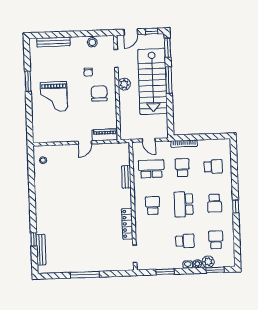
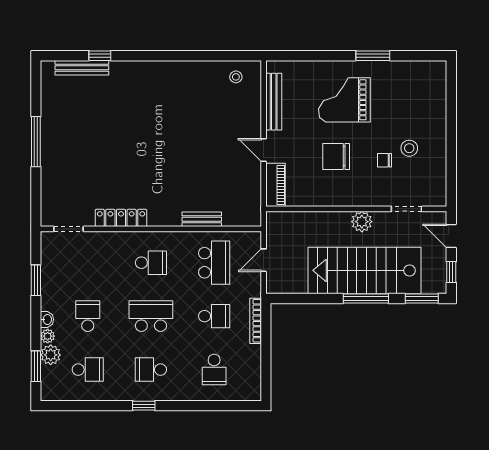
bench: (53, 42) -> (274, 102), moved
stool: (92, 42) -> (409, 148), moved
chair: (99, 93) -> (336, 156), moved, turned 180
school desk: (185, 241) -> (88, 316), turned 180

